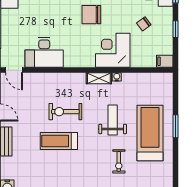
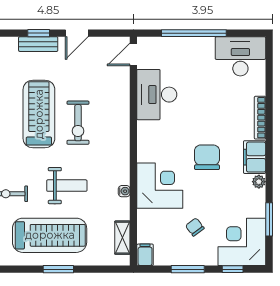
window: (175, 29) -> (188, 269), width x1.50
shelving: (99, 78) -> (122, 238), moved
exercise bike: (65, 112) -> (78, 123), turned 180
treadmill: (59, 141) -> (39, 114), width x1.37, depth x1.38

